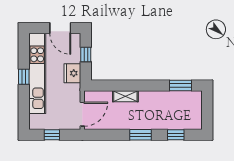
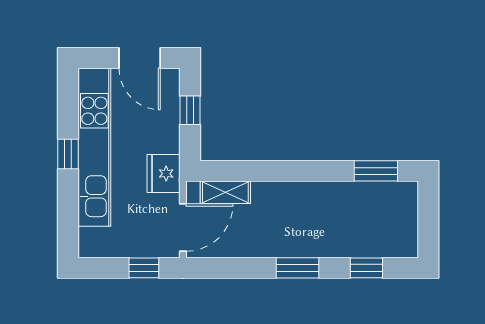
fridge: (72, 73) -> (164, 174), moved
shelving: (125, 96) -> (225, 192), moved
window: (52, 135) -> (144, 268), moved

